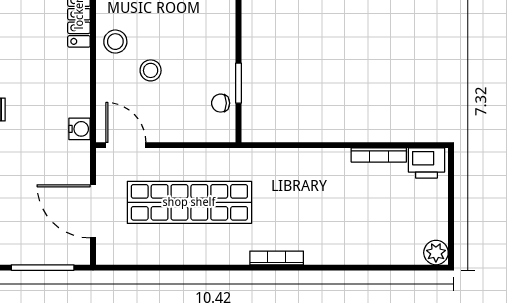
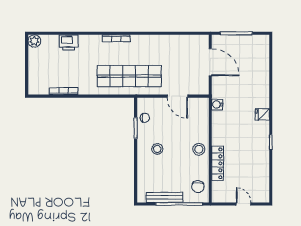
stool: (151, 70) -> (157, 149), moved
door: (126, 145) -> (177, 96), moved
printer: (426, 163) -> (69, 42), moved, turned 180
shop shelf: (189, 202) -> (129, 76), moved

